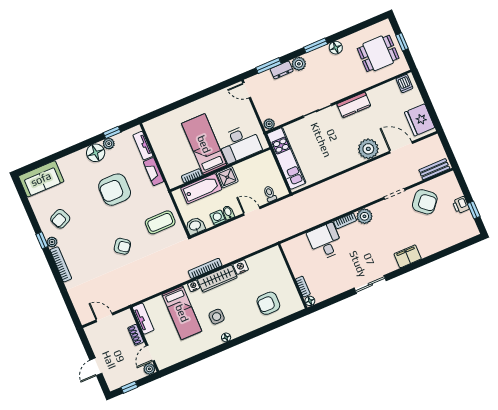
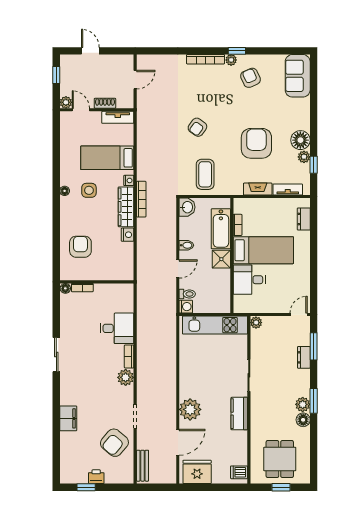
plant: (299, 64) -> (303, 404), moved
dresser: (162, 121) -> (304, 219), added
desk: (240, 144) -> (249, 280), width x0.73
washing machine: (218, 218) -> (186, 307), moved
filing cabinet: (408, 256) -> (68, 418), moved

